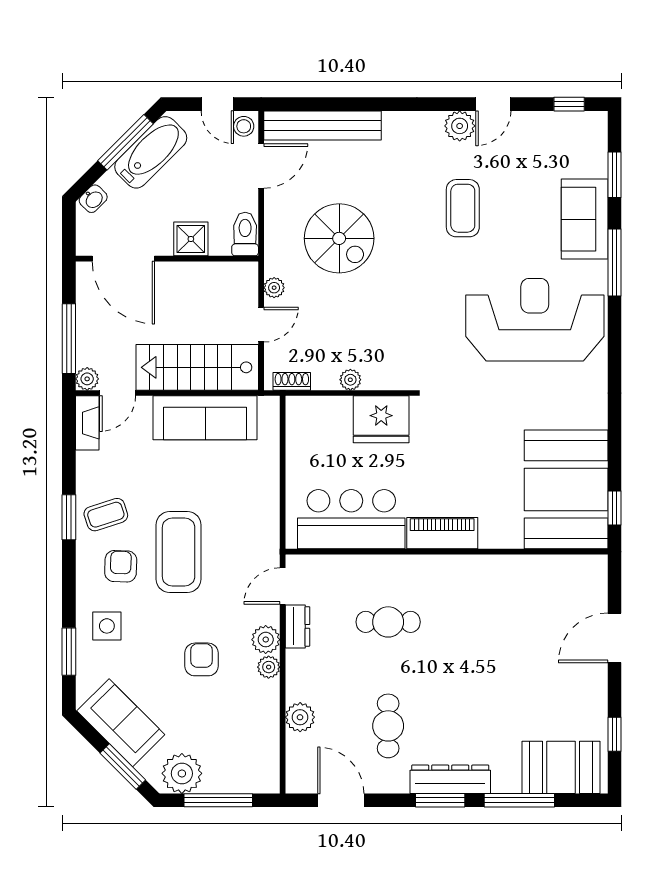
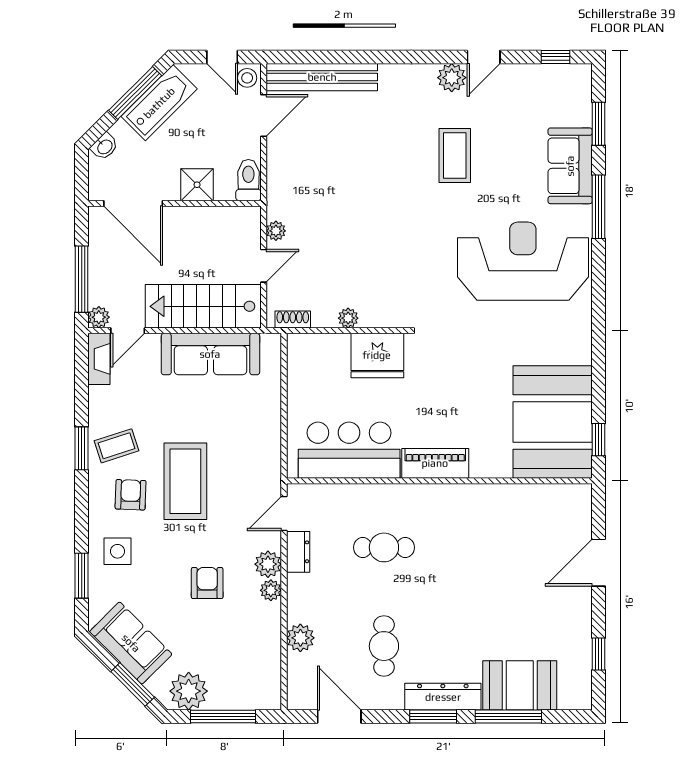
spiral stairs: (339, 238) -> (337, 184), removed
booth: (561, 767) -> (520, 685), moved

